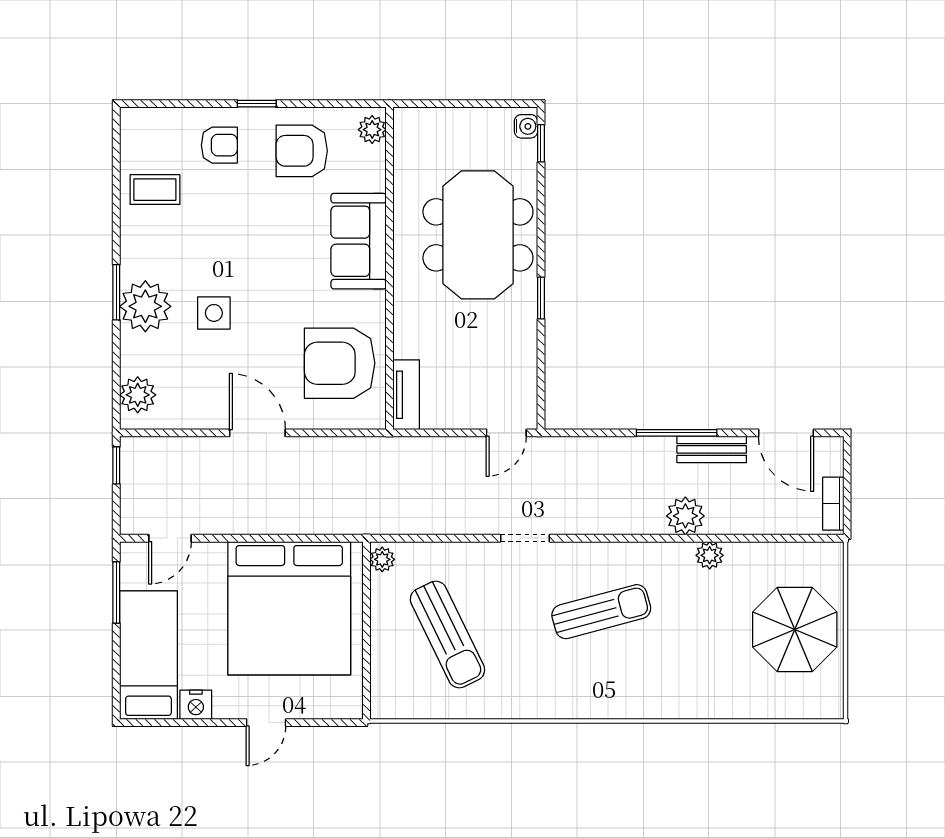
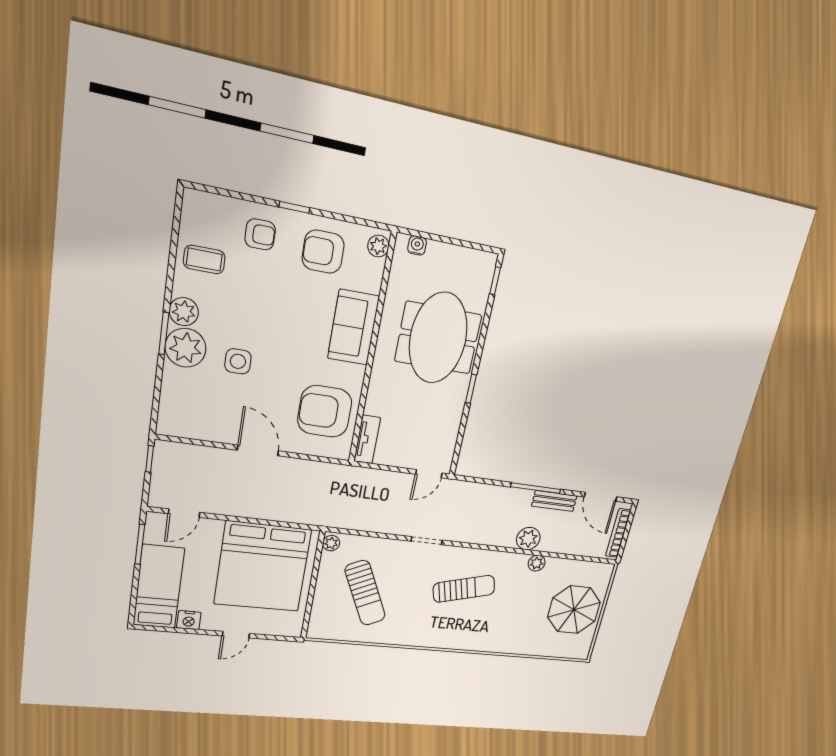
water cooler: (526, 126) -> (417, 245), moved, turned -90
plant: (138, 395) -> (184, 312), moved
bookcase: (833, 504) -> (618, 533), width x1.56

